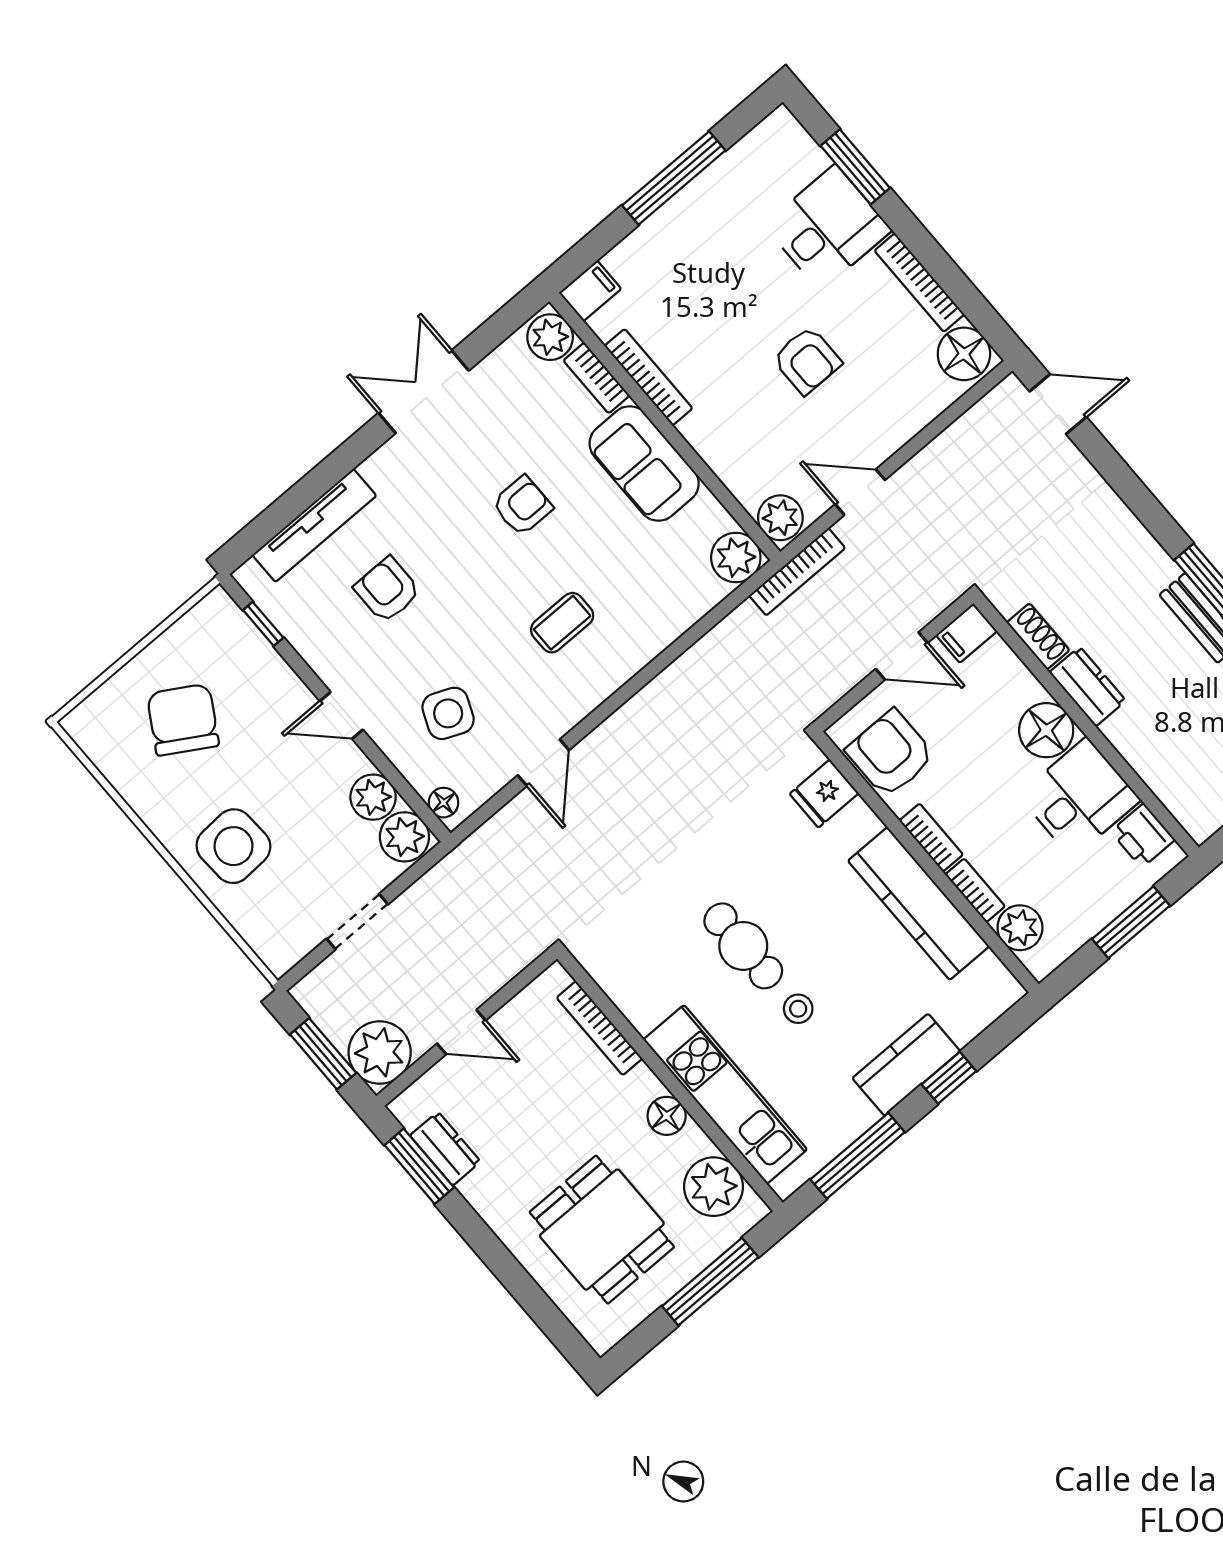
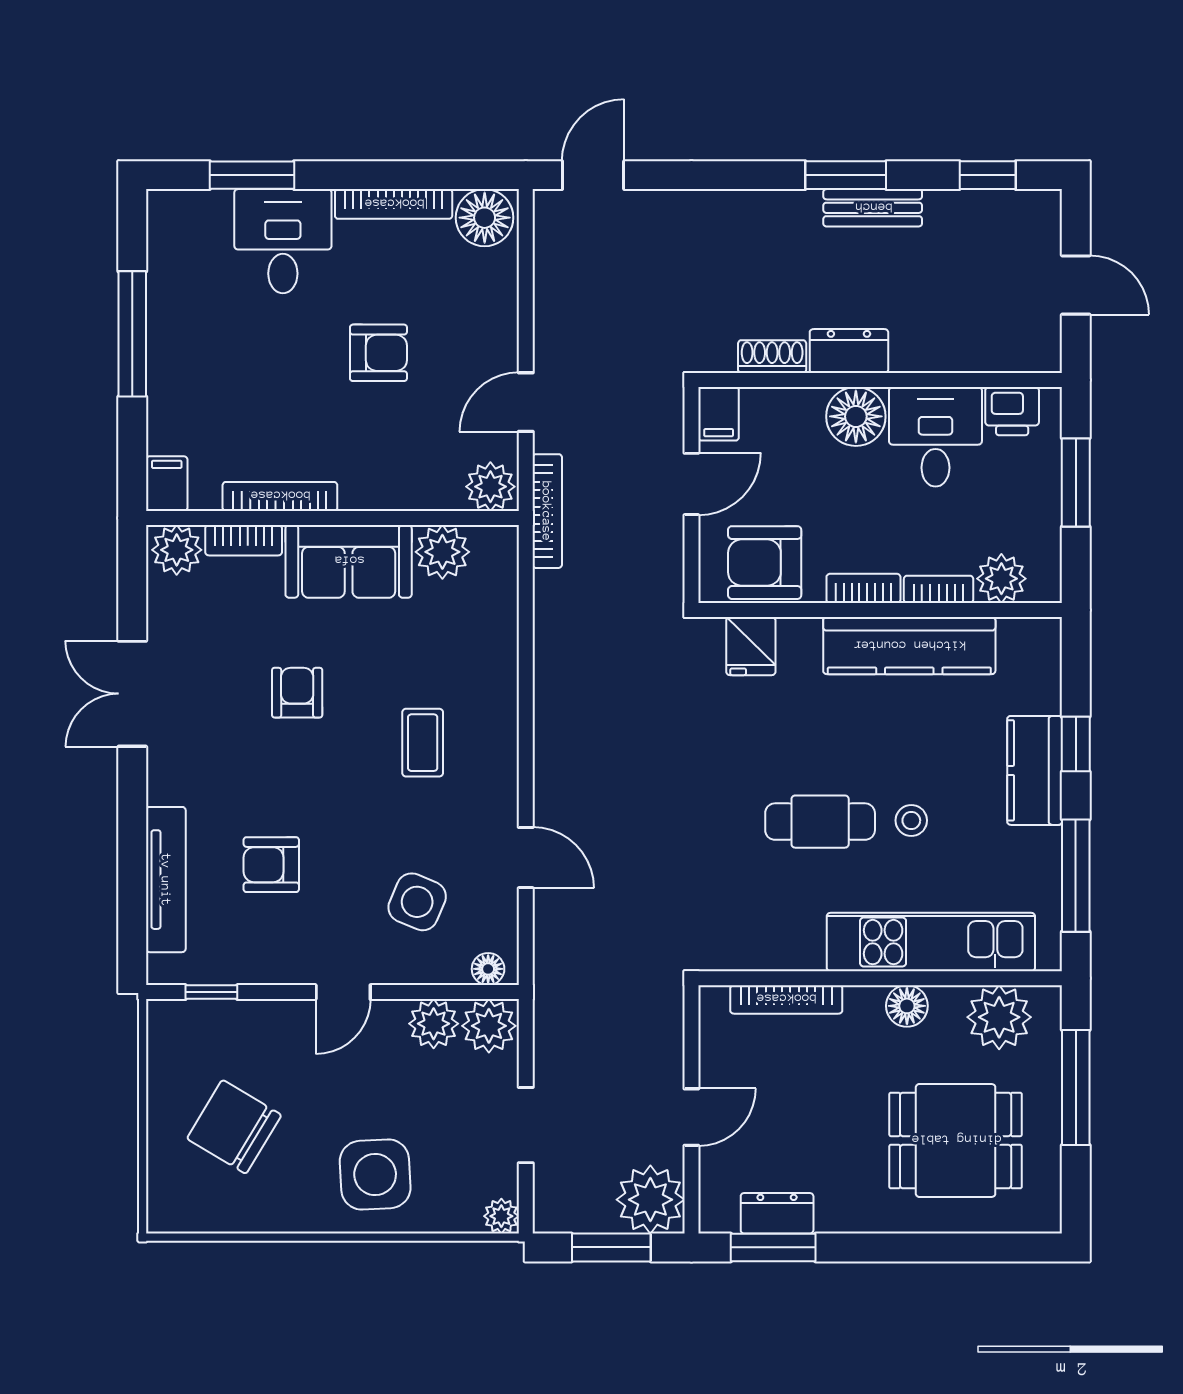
plant: (736, 558) -> (442, 552), moved
plant: (280, 959) -> (501, 1216), added

